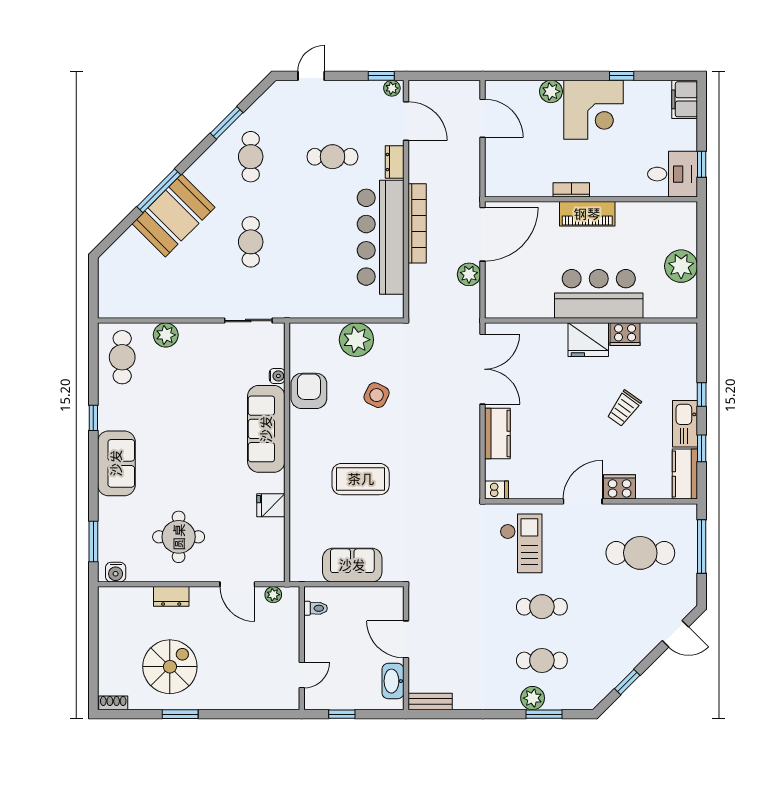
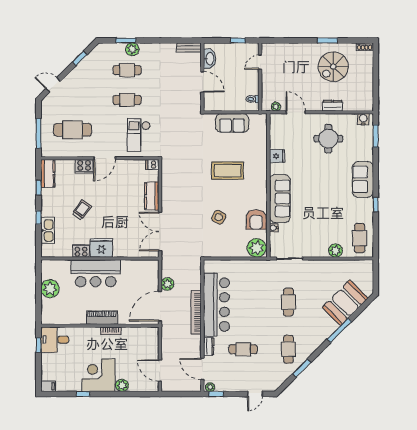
filing cabinet: (685, 99) -> (48, 386), width x0.50
booth: (173, 216) -> (345, 303), moved
plant: (356, 340) -> (257, 248), moved
kitchen sink: (685, 424) -> (48, 230), moved

